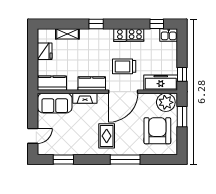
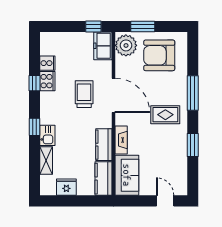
window: (157, 24) -> (34, 83), moved
cooker: (120, 35) -> (47, 63), moved
kitchen sink: (169, 35) -> (47, 135), moved
trolley: (124, 66) -> (84, 94), turned 180
kitchen counter: (92, 83) -> (104, 145), moved
freezer: (161, 83) -> (103, 46), width x0.71
window: (63, 159) -> (193, 145), moved

